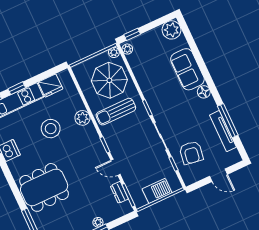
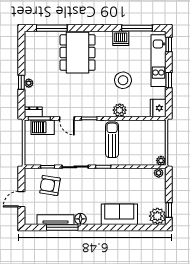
window: (132, 34) -> (169, 210), moved
parasol: (109, 80) -> (140, 146), removed
fridge: (50, 86) -> (158, 108), moved
window: (17, 88) -> (169, 80), moved
floor lamp: (204, 92) -> (80, 219), moved
door: (115, 167) -> (67, 118), swing flipped
barbecue: (157, 191) -> (43, 127), moved, turned 90
dresser: (119, 192) -> (33, 112), moved

